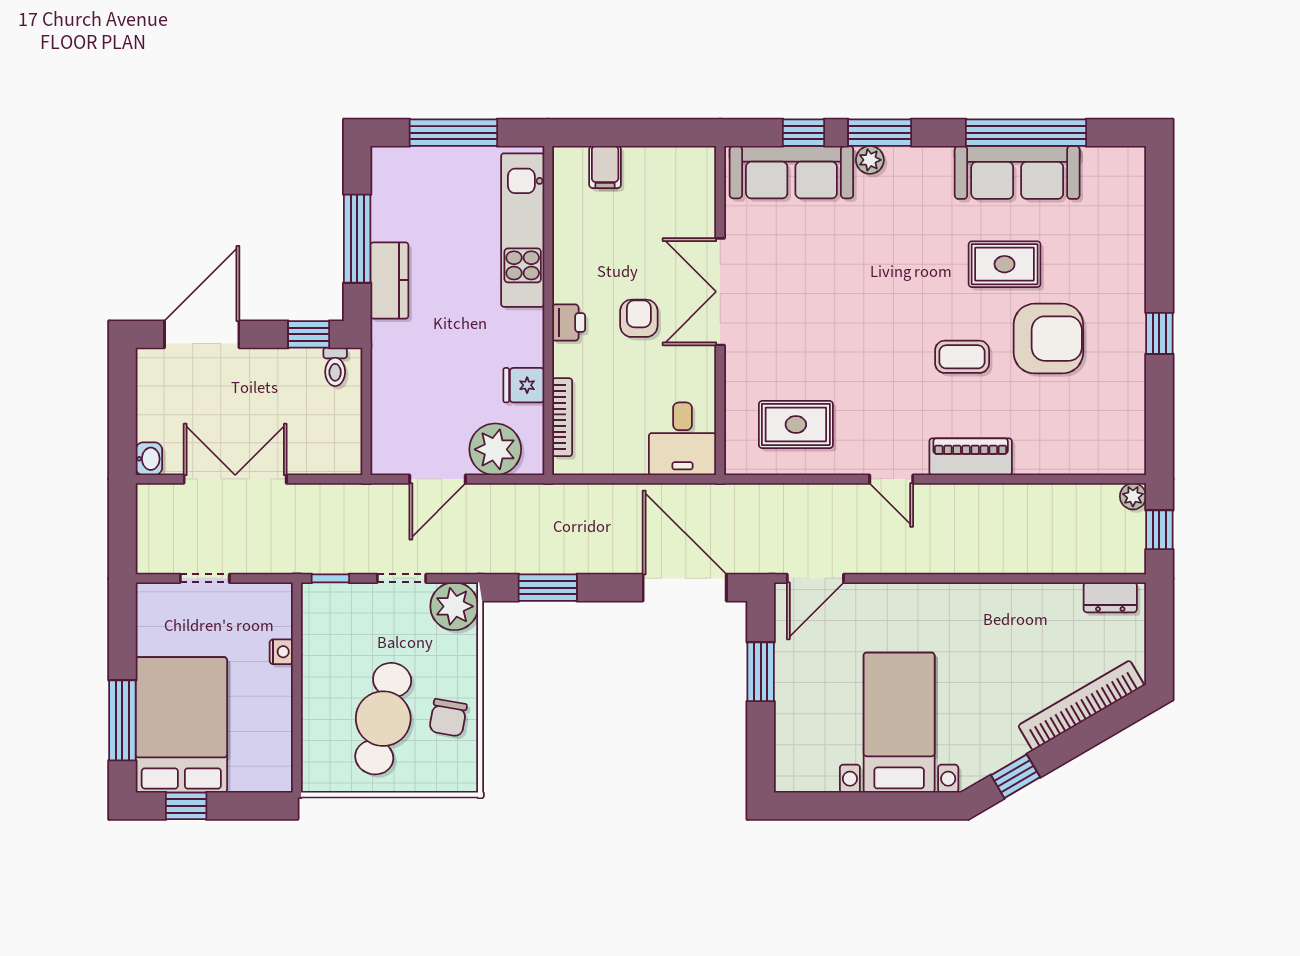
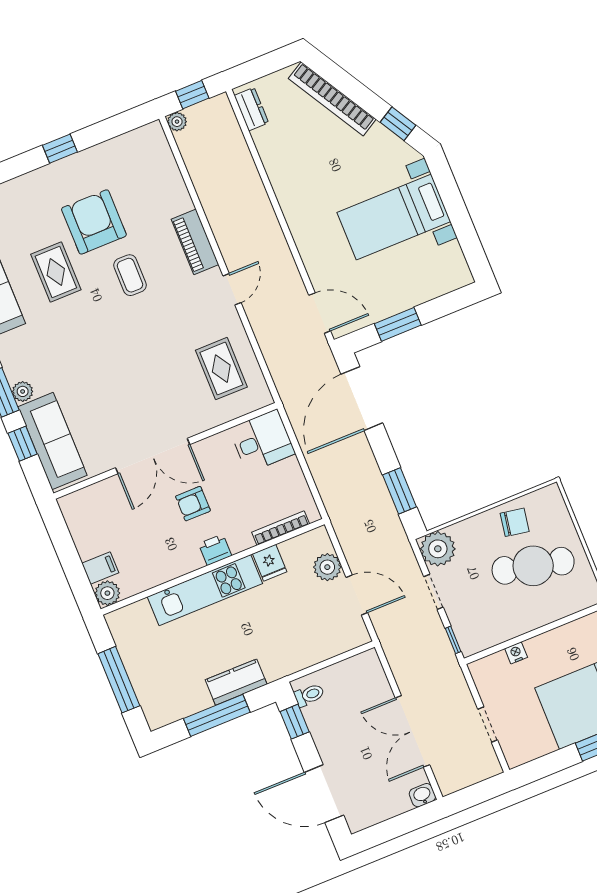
plant: (569, 163) -> (107, 593), added
kitchen unit: (523, 230) -> (205, 590), moved
plant: (495, 449) -> (327, 567), width x0.73, depth x0.73

